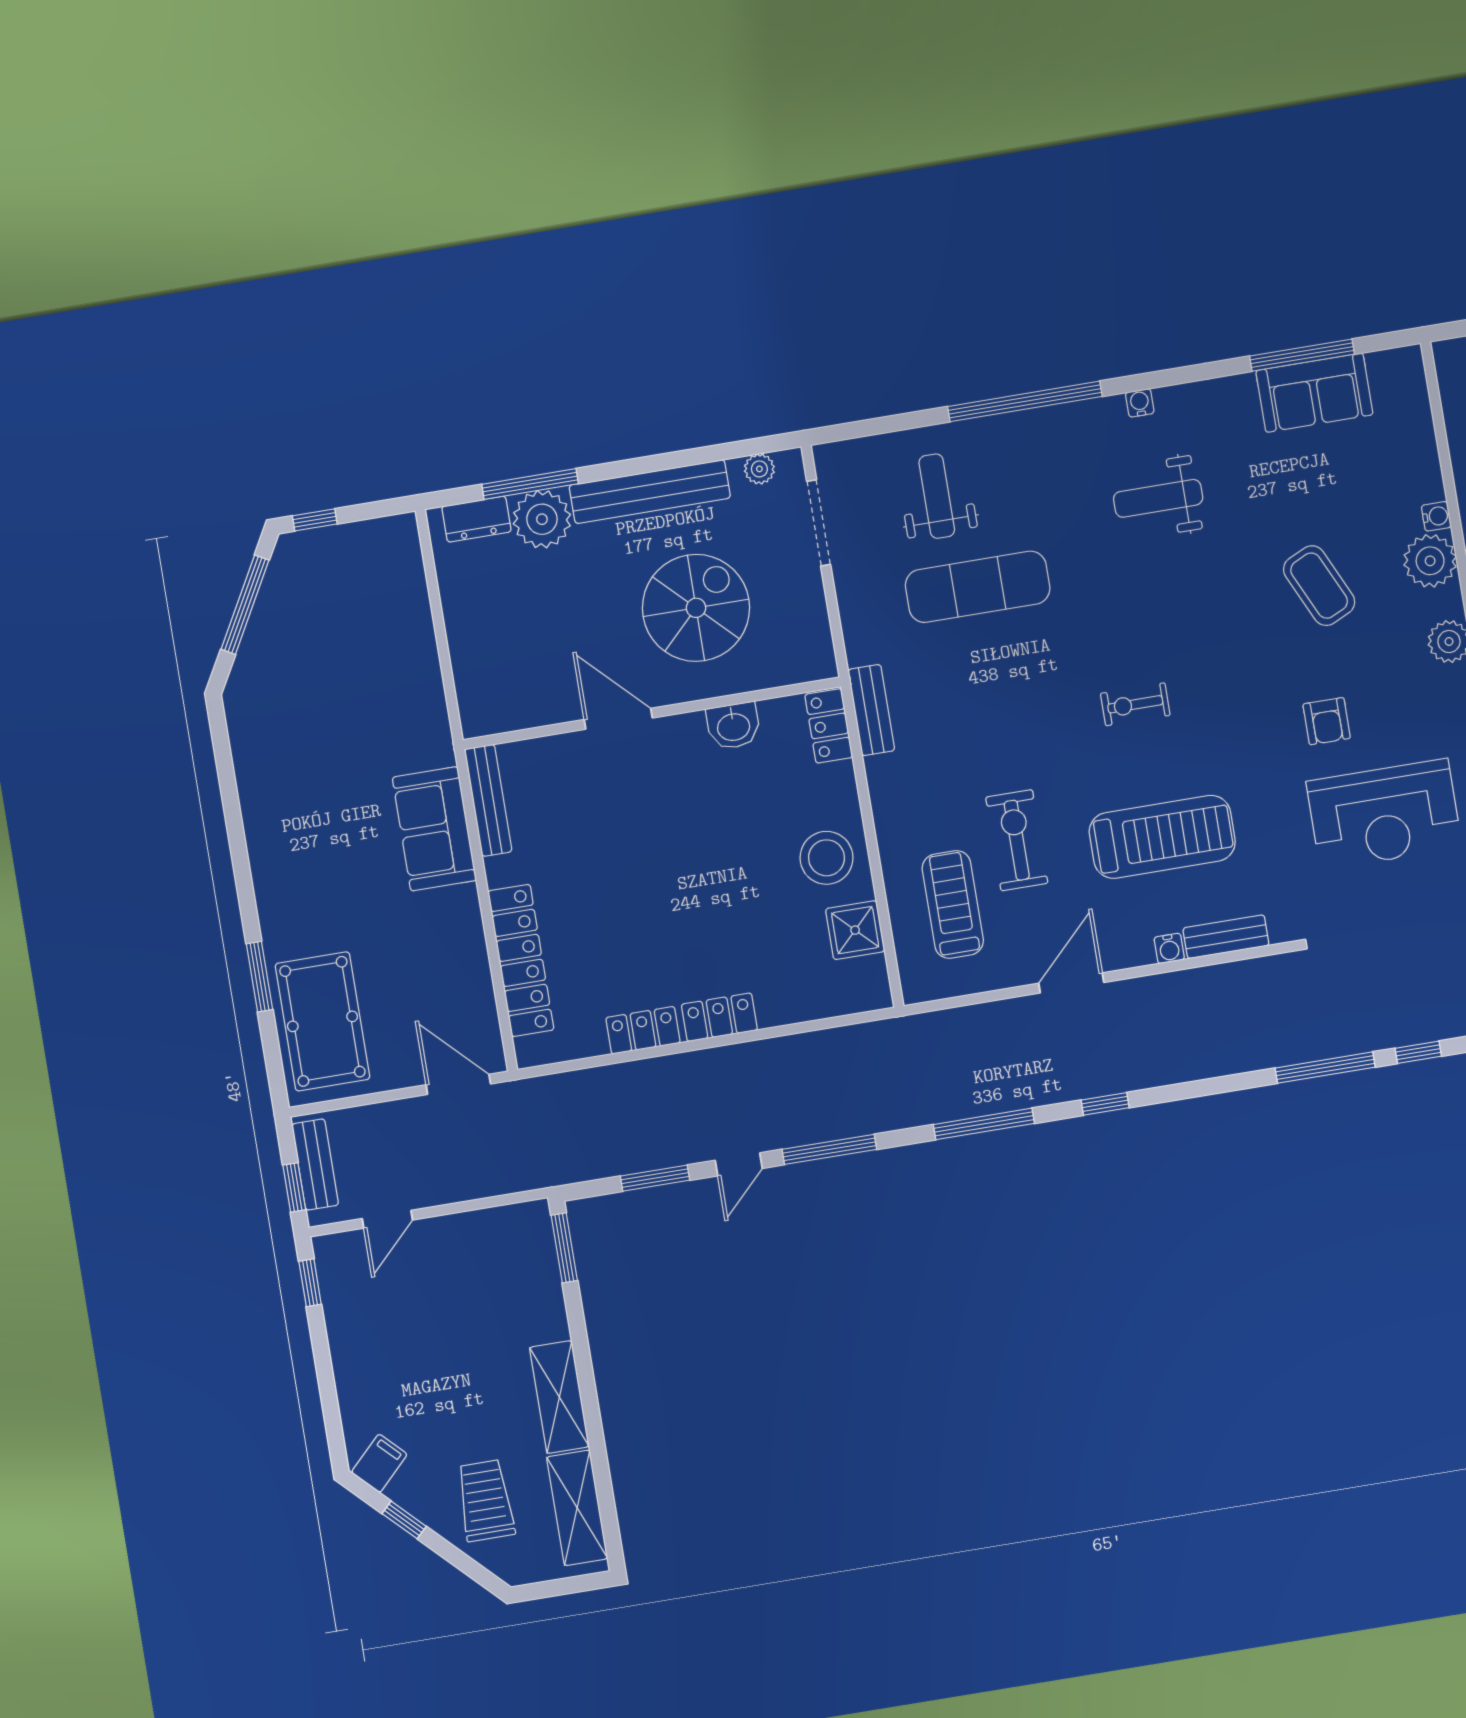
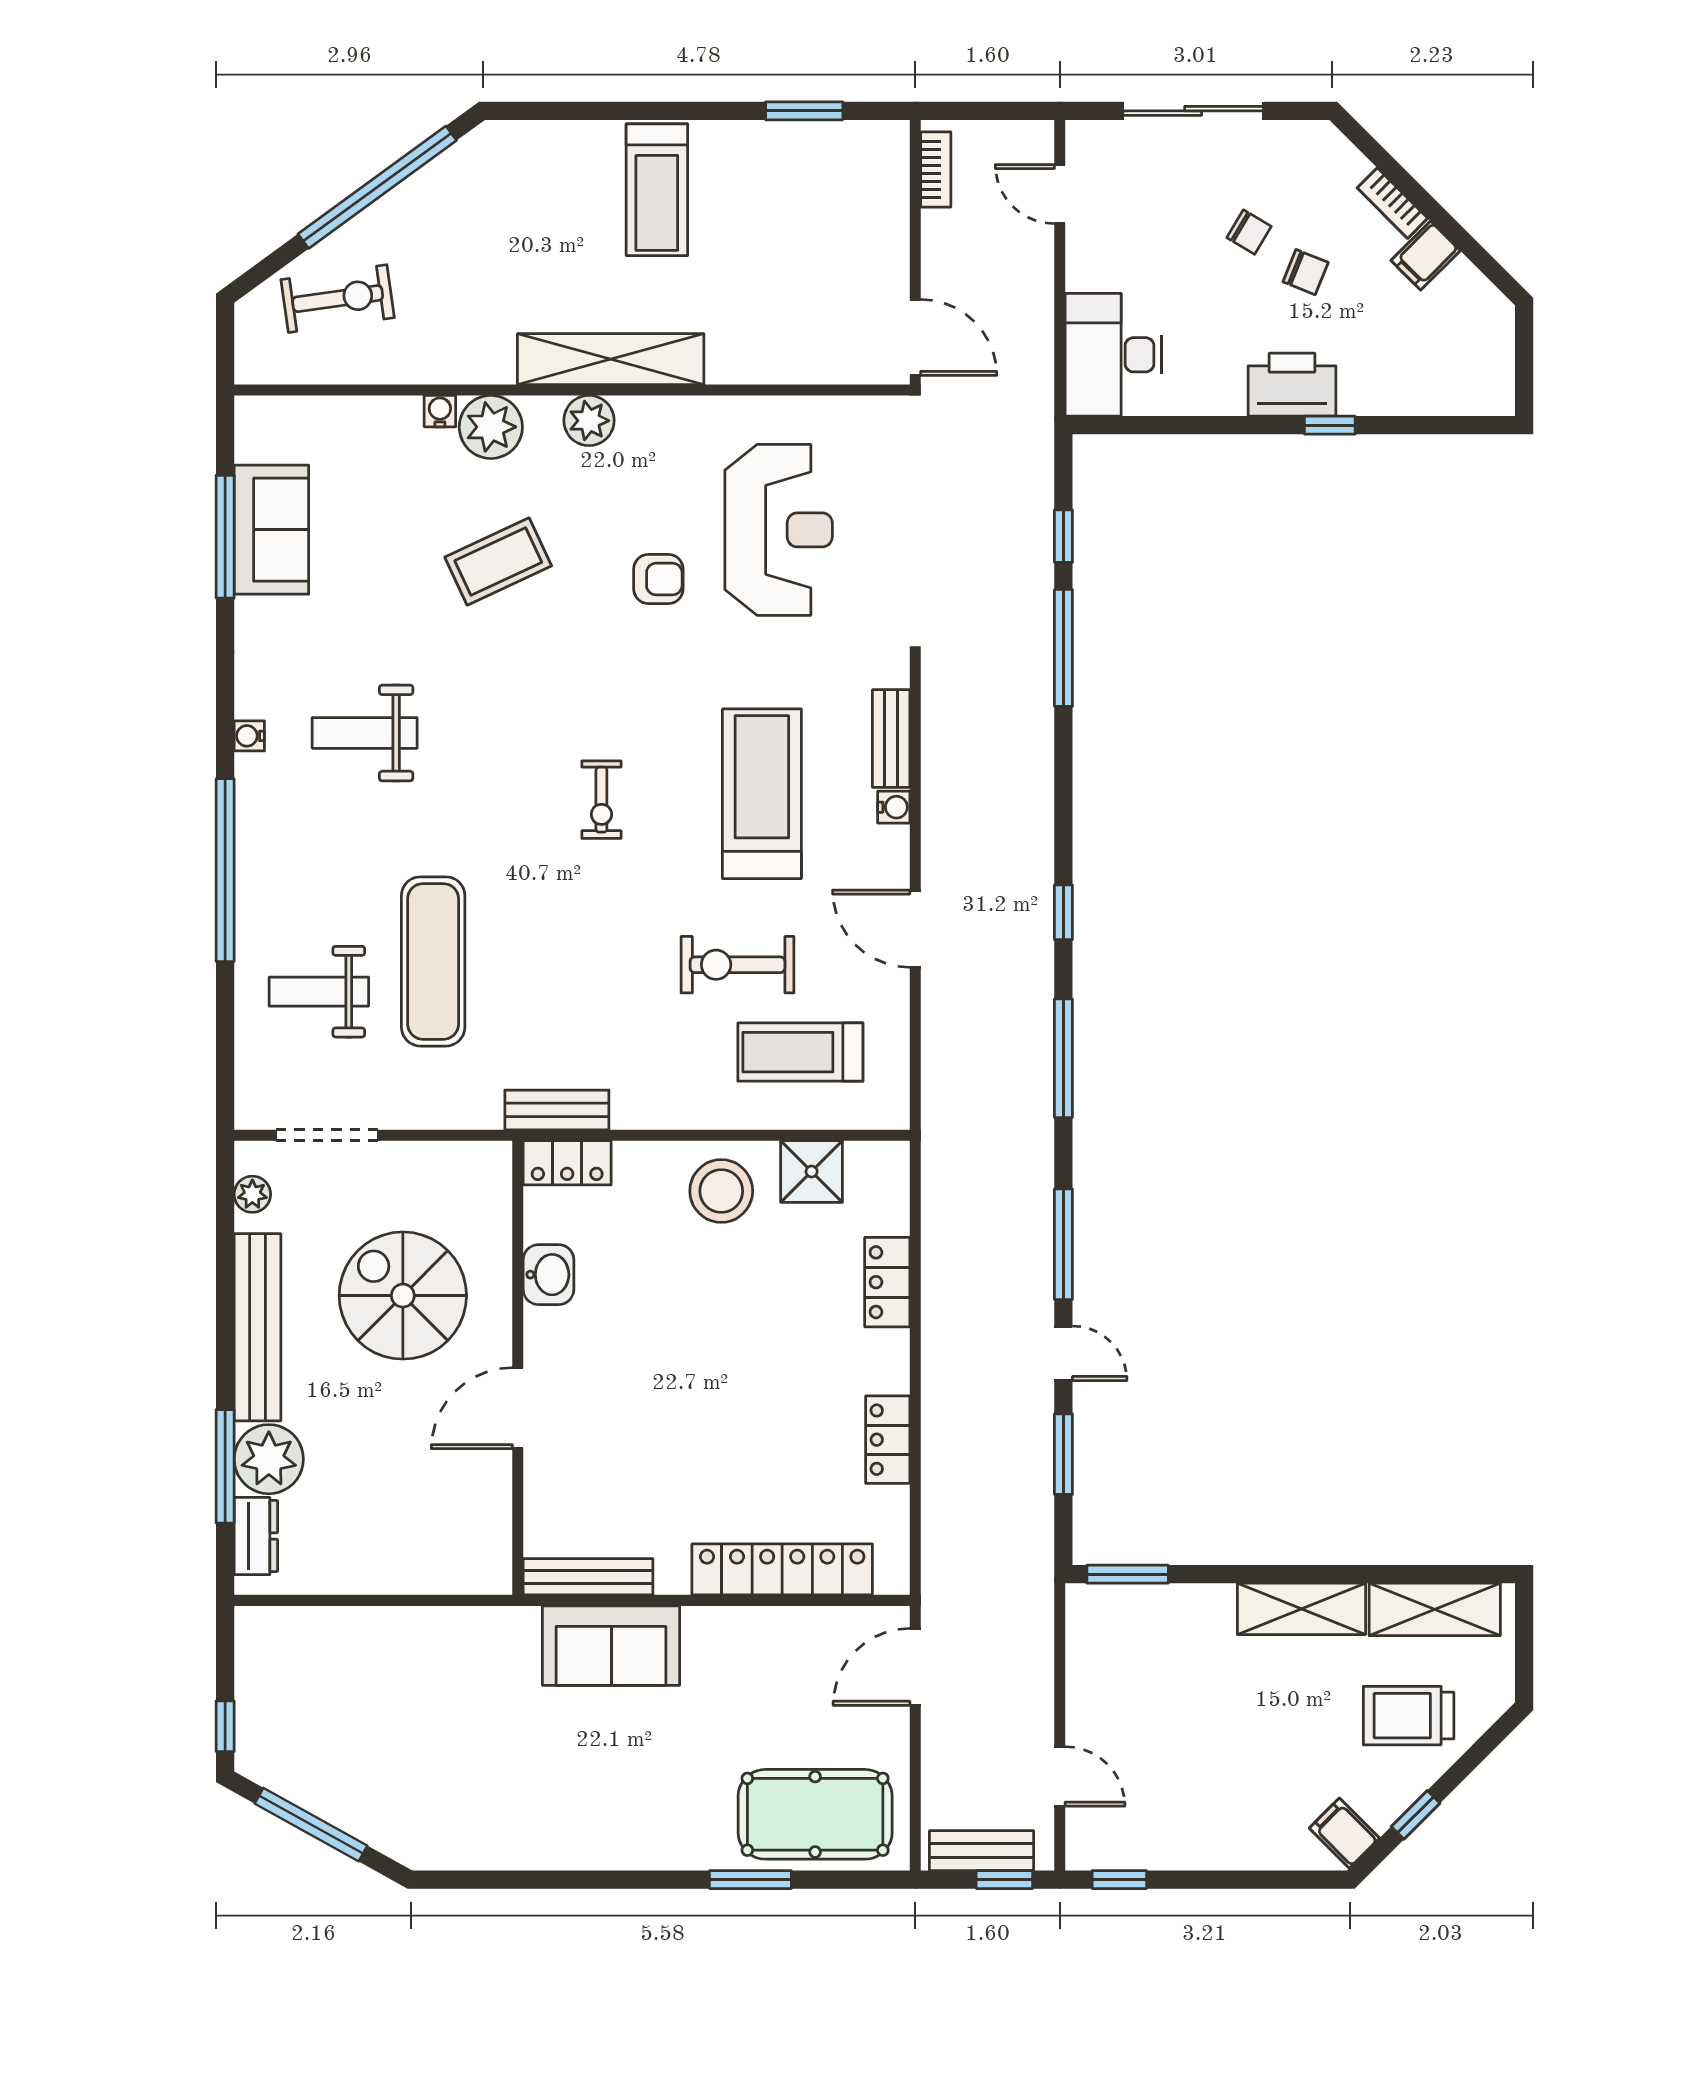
weight bench: (1158, 498) -> (365, 733), turned 90
locker: (719, 1017) -> (887, 1282), moved

